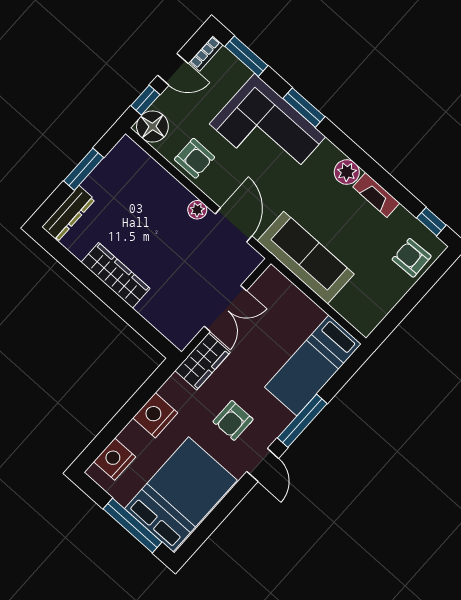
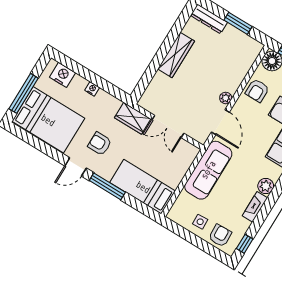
door: (234, 225) -> (220, 122), hinge flipped
side table: (384, 285) -> (200, 222), added
nightstand: (155, 415) -> (92, 89), width x0.53, depth x0.56

